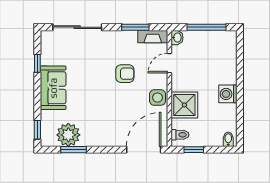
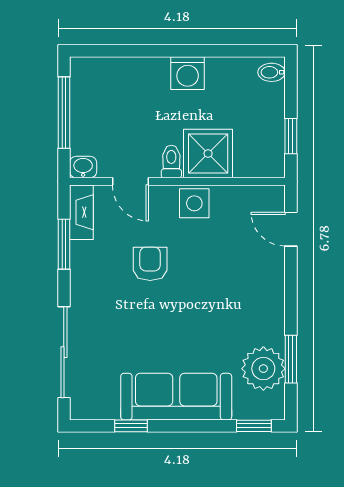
sofa: (53, 88) -> (176, 397), width x1.36
toilet: (180, 135) -> (171, 162), moved
door: (144, 150) -> (291, 229), width x0.53

